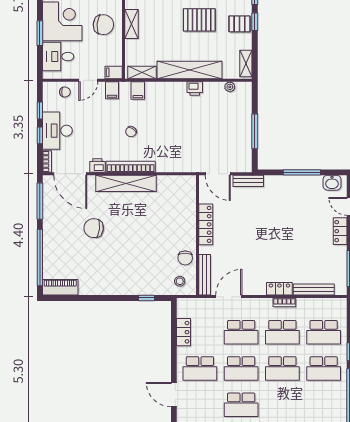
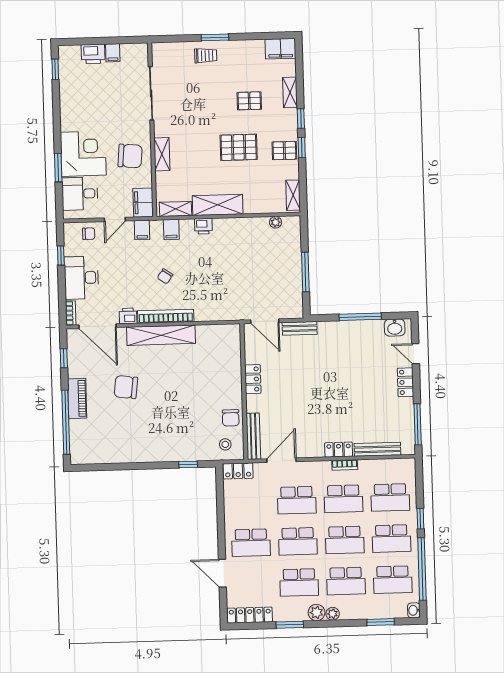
shelving: (189, 70) -> (218, 205), width x0.68
filing cabinet: (114, 72) -> (143, 203), width x2.00
printer: (195, 88) -> (203, 226), moved
window: (40, 135) -> (62, 284), removed
window: (40, 201) -> (64, 358), width x0.46
locker: (206, 224) -> (253, 379), width x0.66
piano: (60, 287) -> (77, 399), moved, turned 90
locker: (184, 332) -> (238, 471), moved, turned 90
school desk: (282, 405) -> (346, 581), added
school desk: (324, 405) -> (393, 580), added

